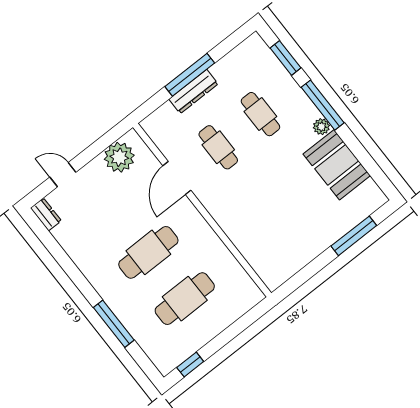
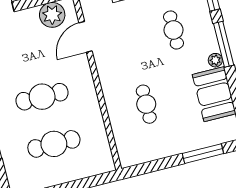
cafe table: (218, 147) -> (146, 104), moved
door: (177, 178) -> (85, 37), moved

